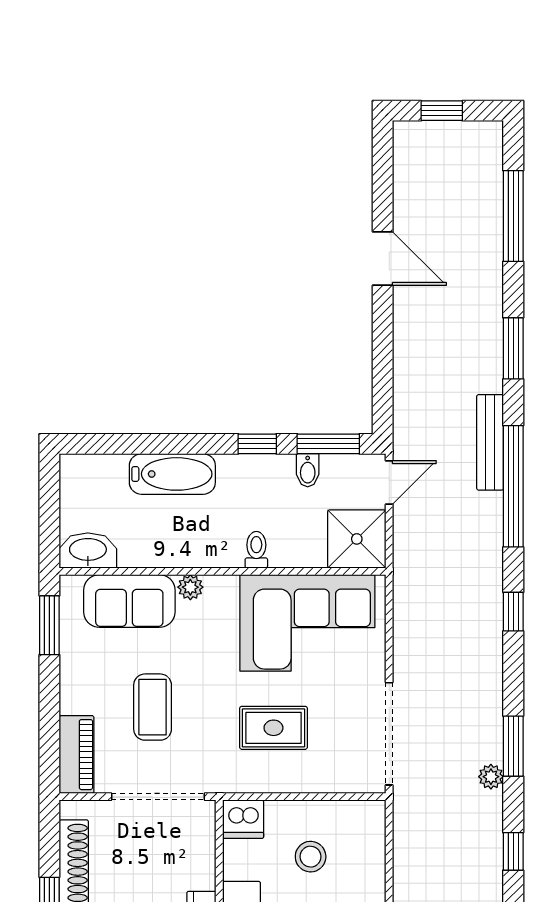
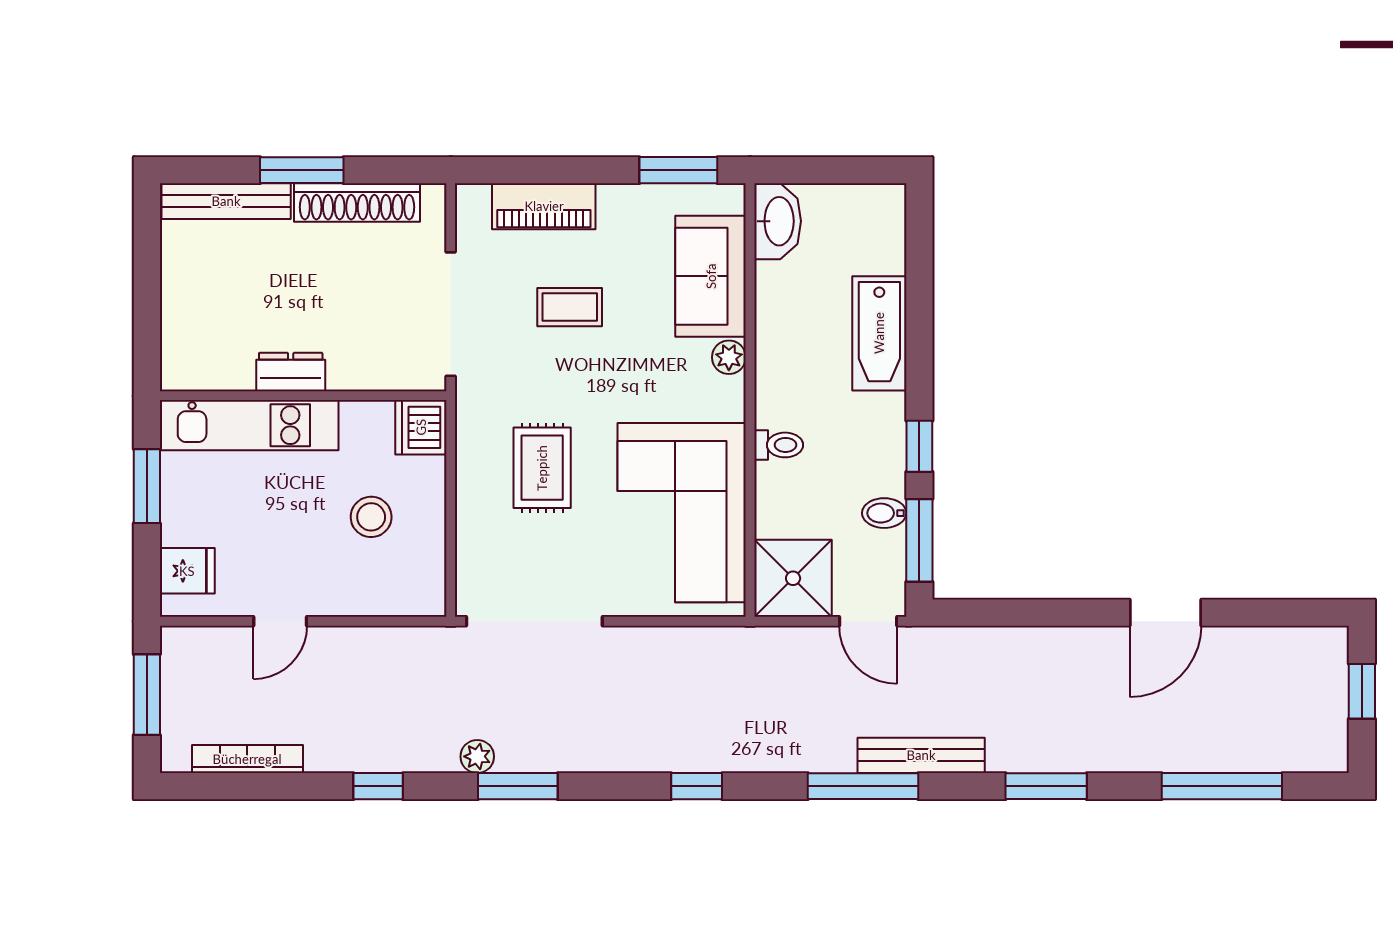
window: (513, 486) -> (863, 786), width x0.68
coffee table: (153, 707) -> (570, 307), width x0.73, depth x0.77
piano: (77, 755) -> (544, 206), moved

